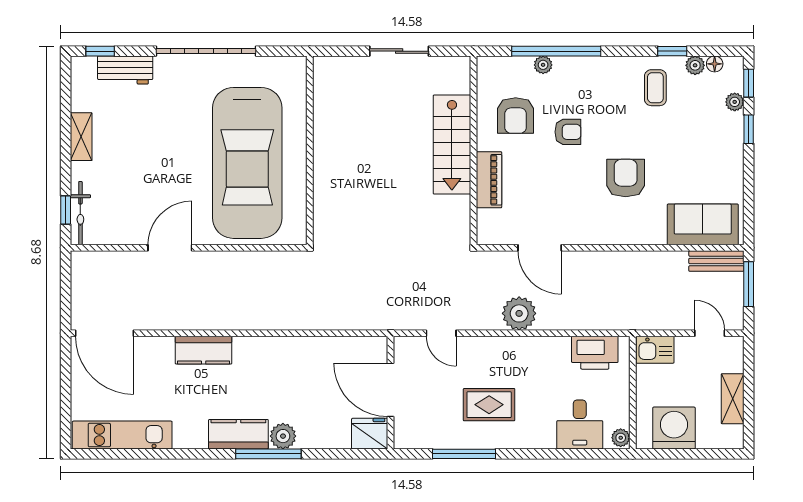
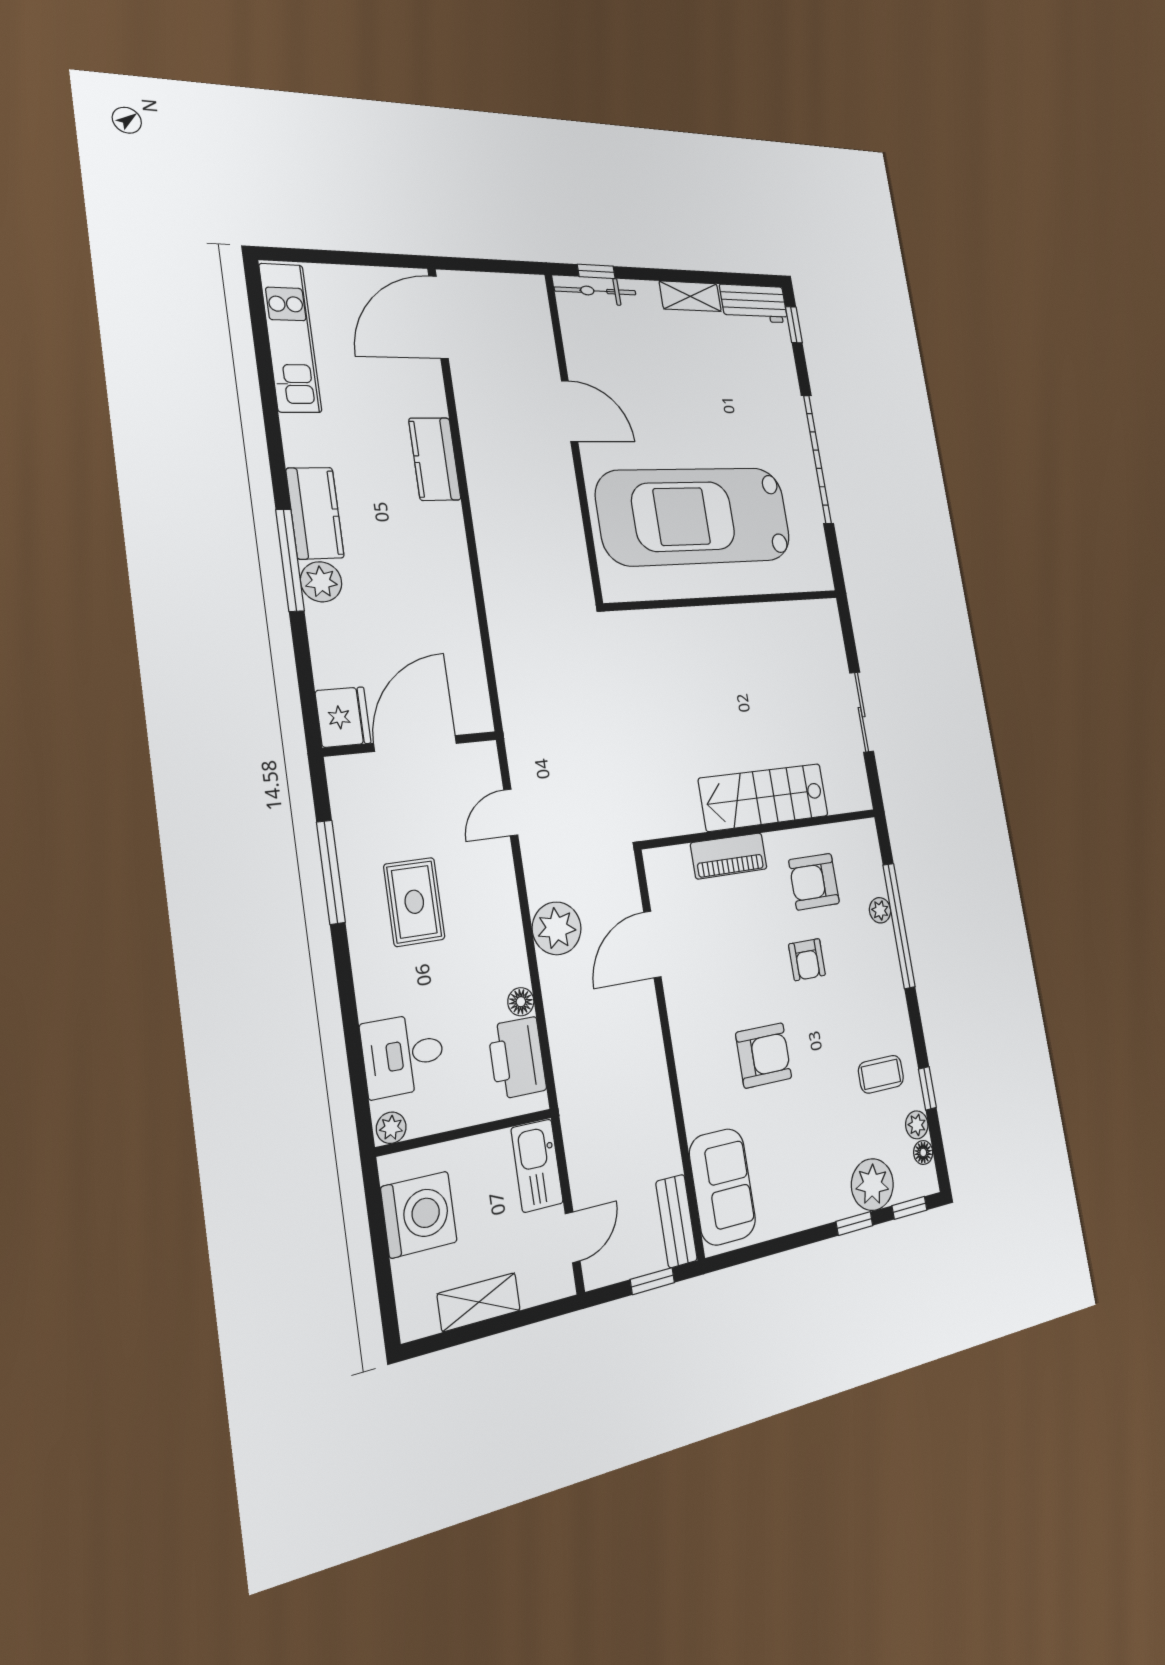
workbench: (125, 70) -> (754, 304), moved, turned -90
plant: (735, 102) -> (872, 1185), width x1.88, depth x1.88
window: (749, 284) -> (652, 1281), width x0.67
floor lamp: (561, 345) -> (521, 1002), added
kitchen sink: (655, 350) -> (537, 1166), width x1.38

